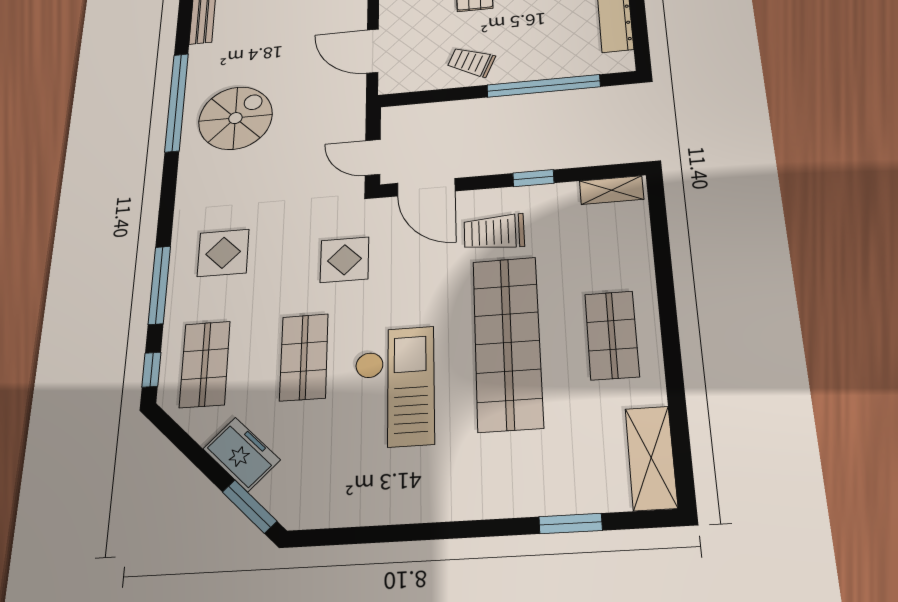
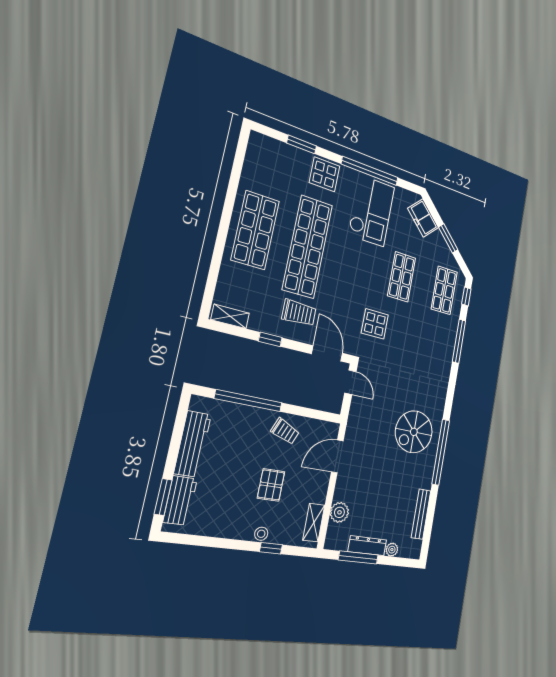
door: (373, 51) -> (337, 456), swing flipped
display table: (223, 253) -> (324, 174), moved
shop shelf: (612, 335) -> (255, 230), width x1.43, depth x1.36
checkout: (394, 387) -> (372, 211), moved, turned 180
freezer: (241, 454) -> (423, 218), moved
shelving: (651, 458) -> (256, 159), removed
window: (249, 507) -> (448, 238), moved
window: (413, 532) -> (370, 171), added

